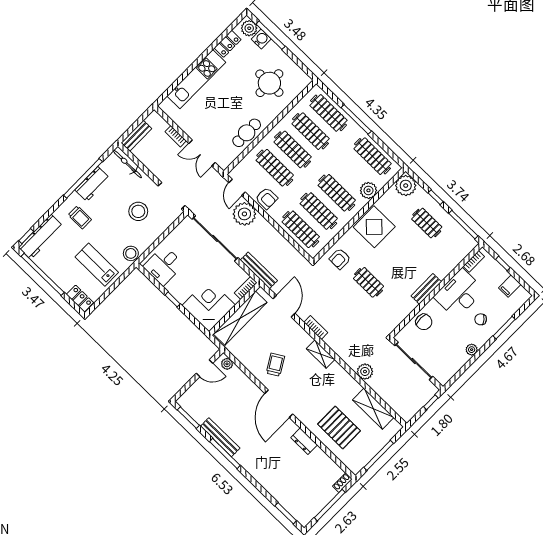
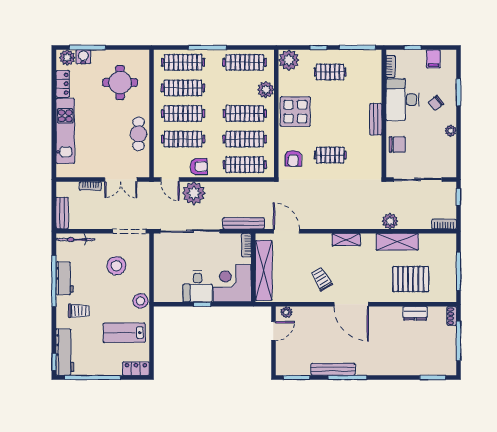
desk: (164, 266) -> (198, 287), moved
bookcase: (316, 327) -> (444, 224), moved
shelving: (373, 409) -> (397, 242), moved
dresser: (304, 441) -> (415, 313), moved

